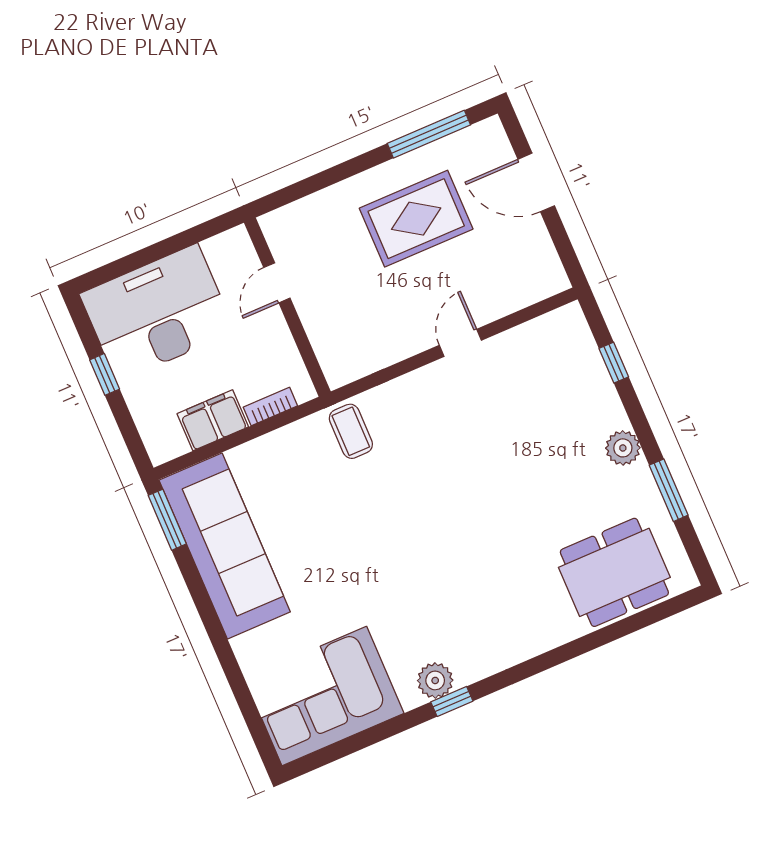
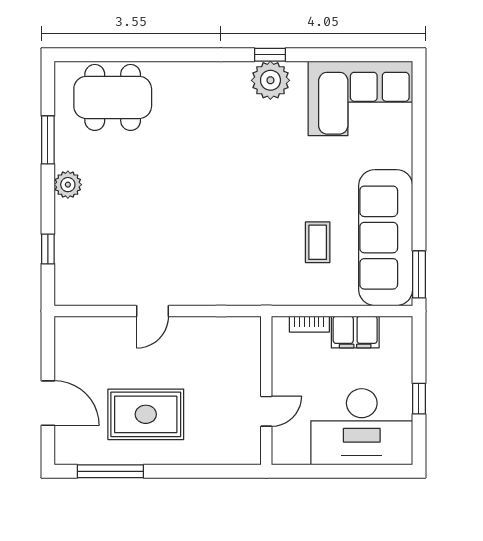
coffee table: (351, 431) -> (318, 242), moved
plant: (435, 680) -> (270, 80), width x1.36, depth x1.36

